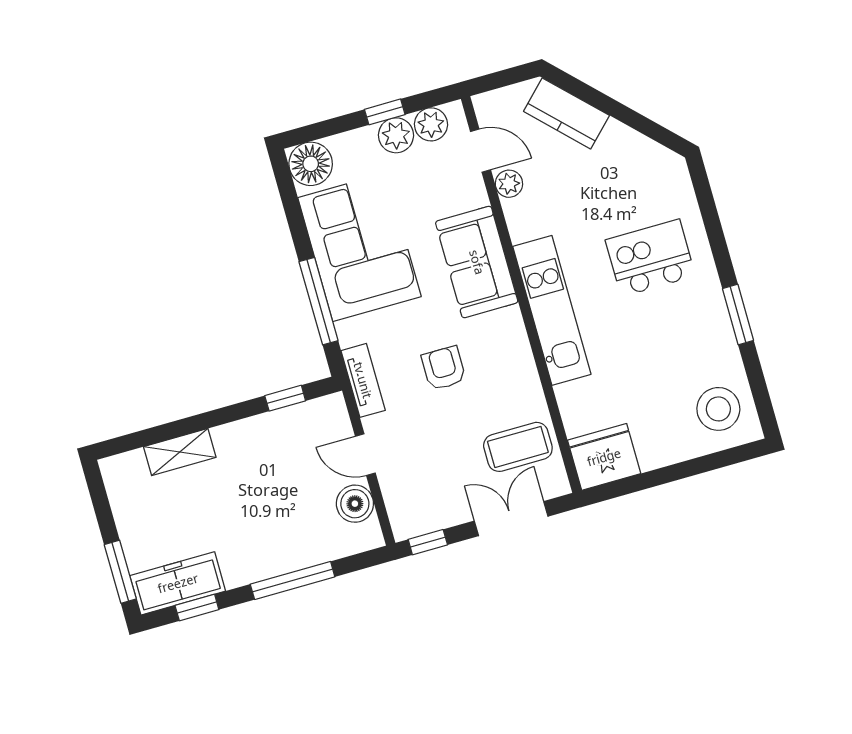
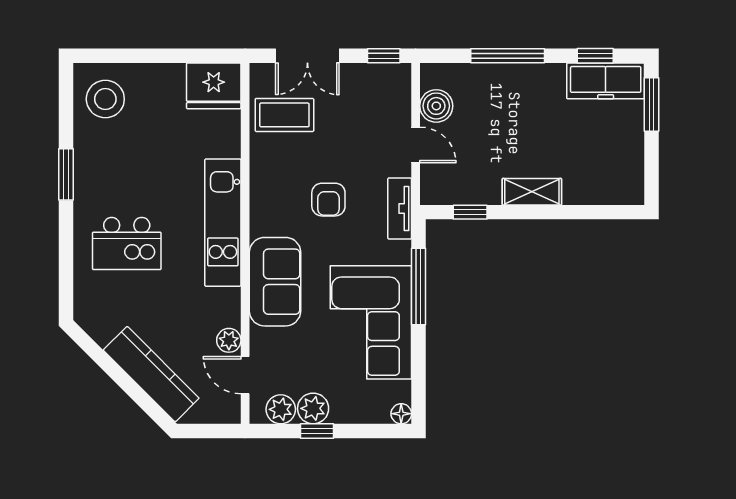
kitchen counter: (566, 113) -> (151, 374), width x1.50
floor lamp: (311, 164) -> (401, 414), width x0.53, depth x0.53
shelving: (180, 452) -> (532, 192), moved

